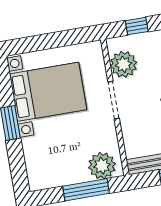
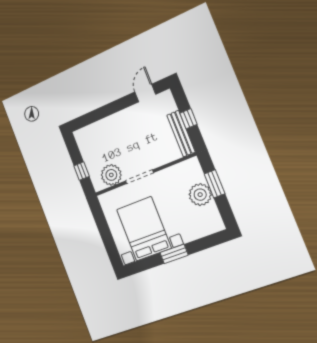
plant: (102, 166) -> (200, 195), moved
window: (86, 190) -> (215, 184), width x0.69

